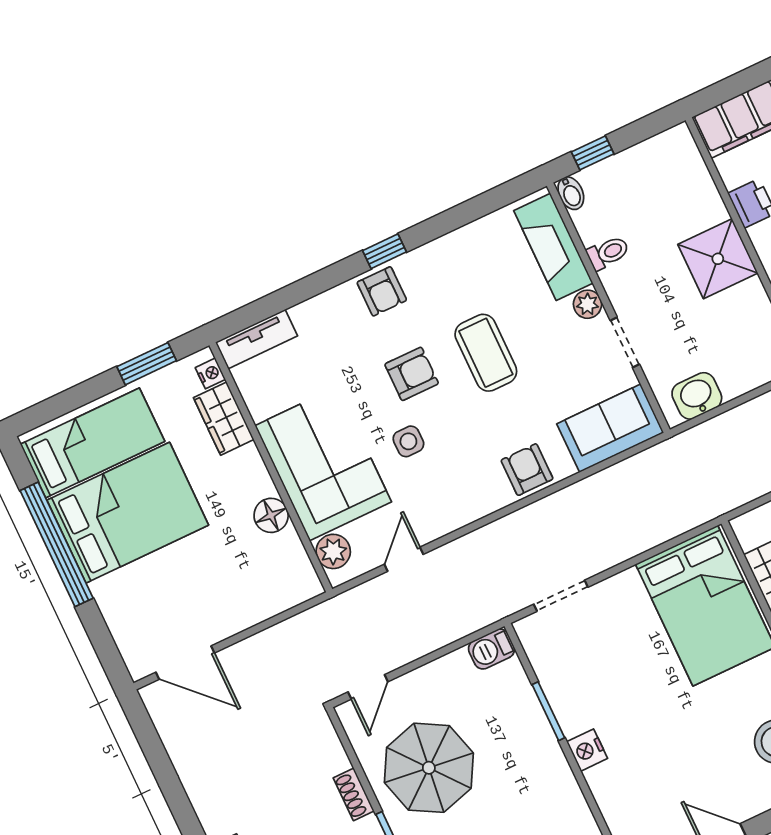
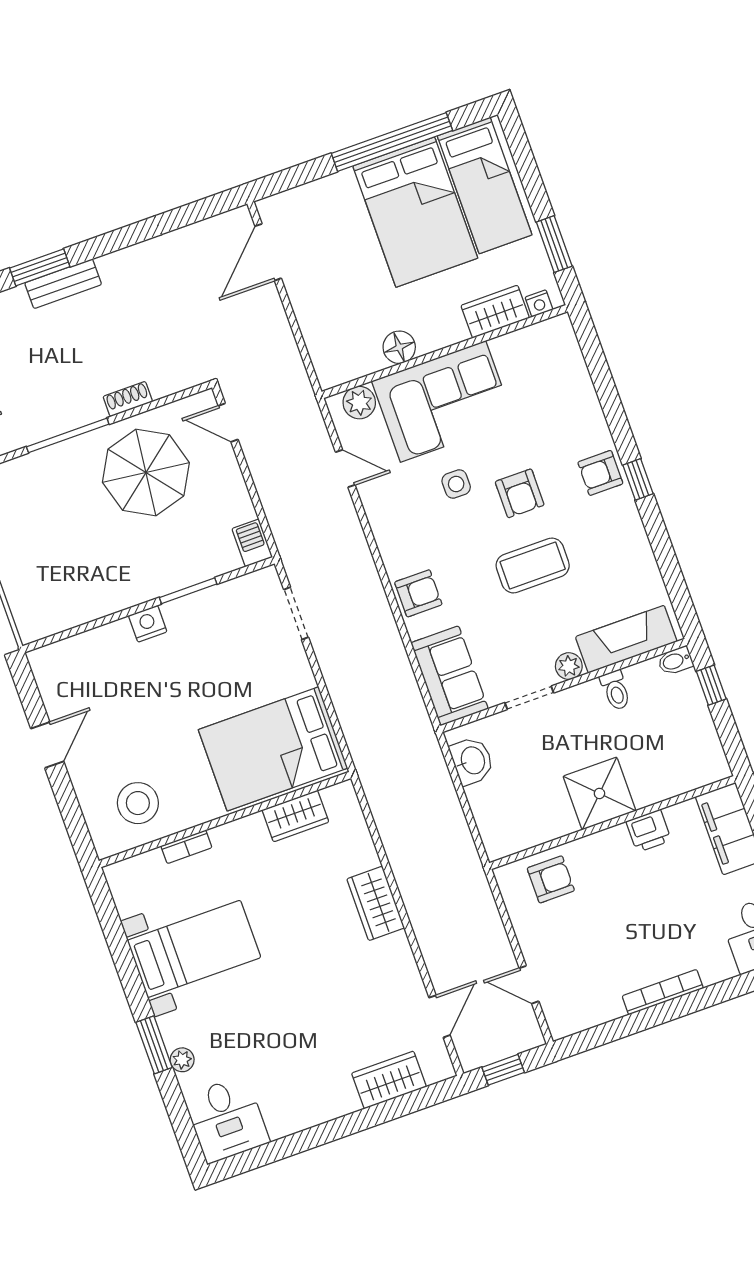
tv unit: (257, 339) -> (567, 350), removed

